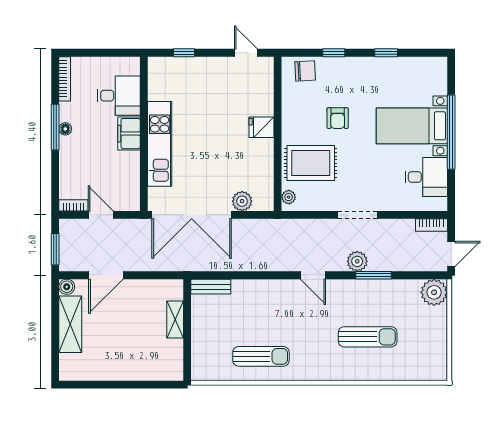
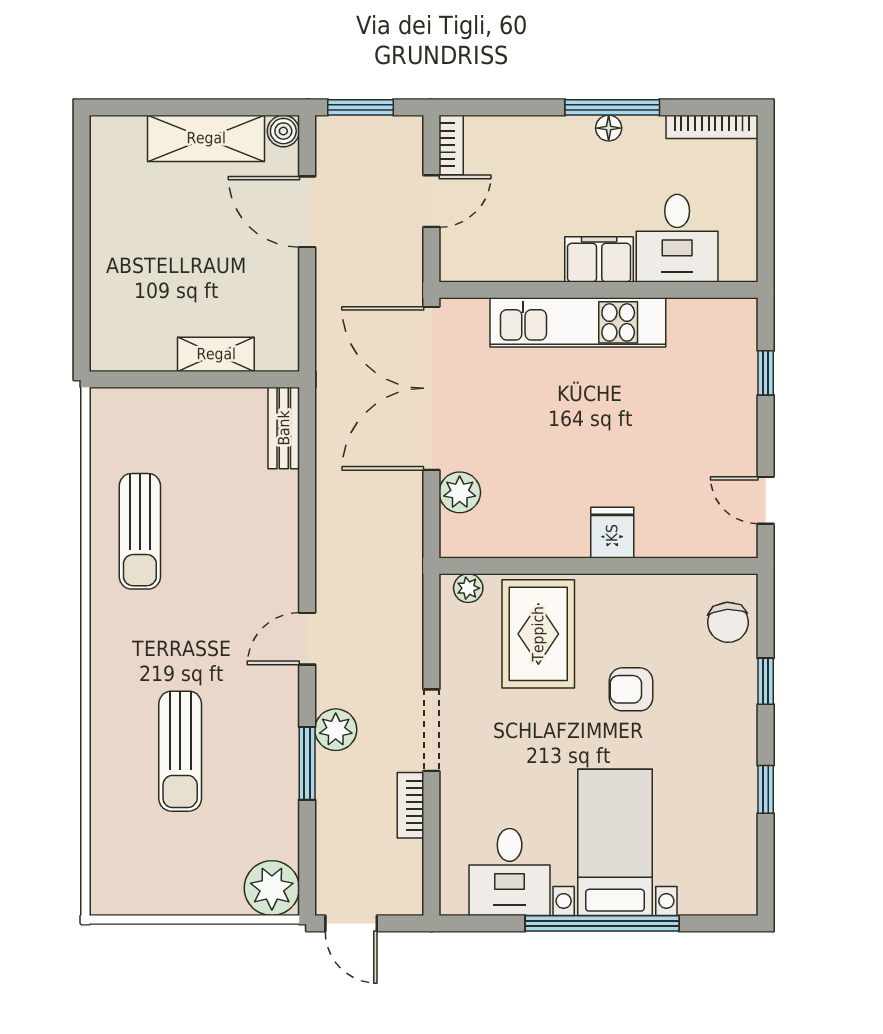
door: (246, 53) -> (766, 500), swing flipped
bookcase: (431, 225) -> (410, 805), moved

